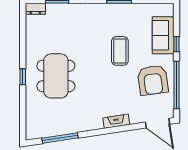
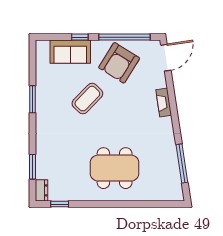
coffee table: (120, 51) -> (87, 99), turned -46
window: (23, 77) -> (60, 204), moved
armchair: (153, 80) -> (119, 63), turned 130

